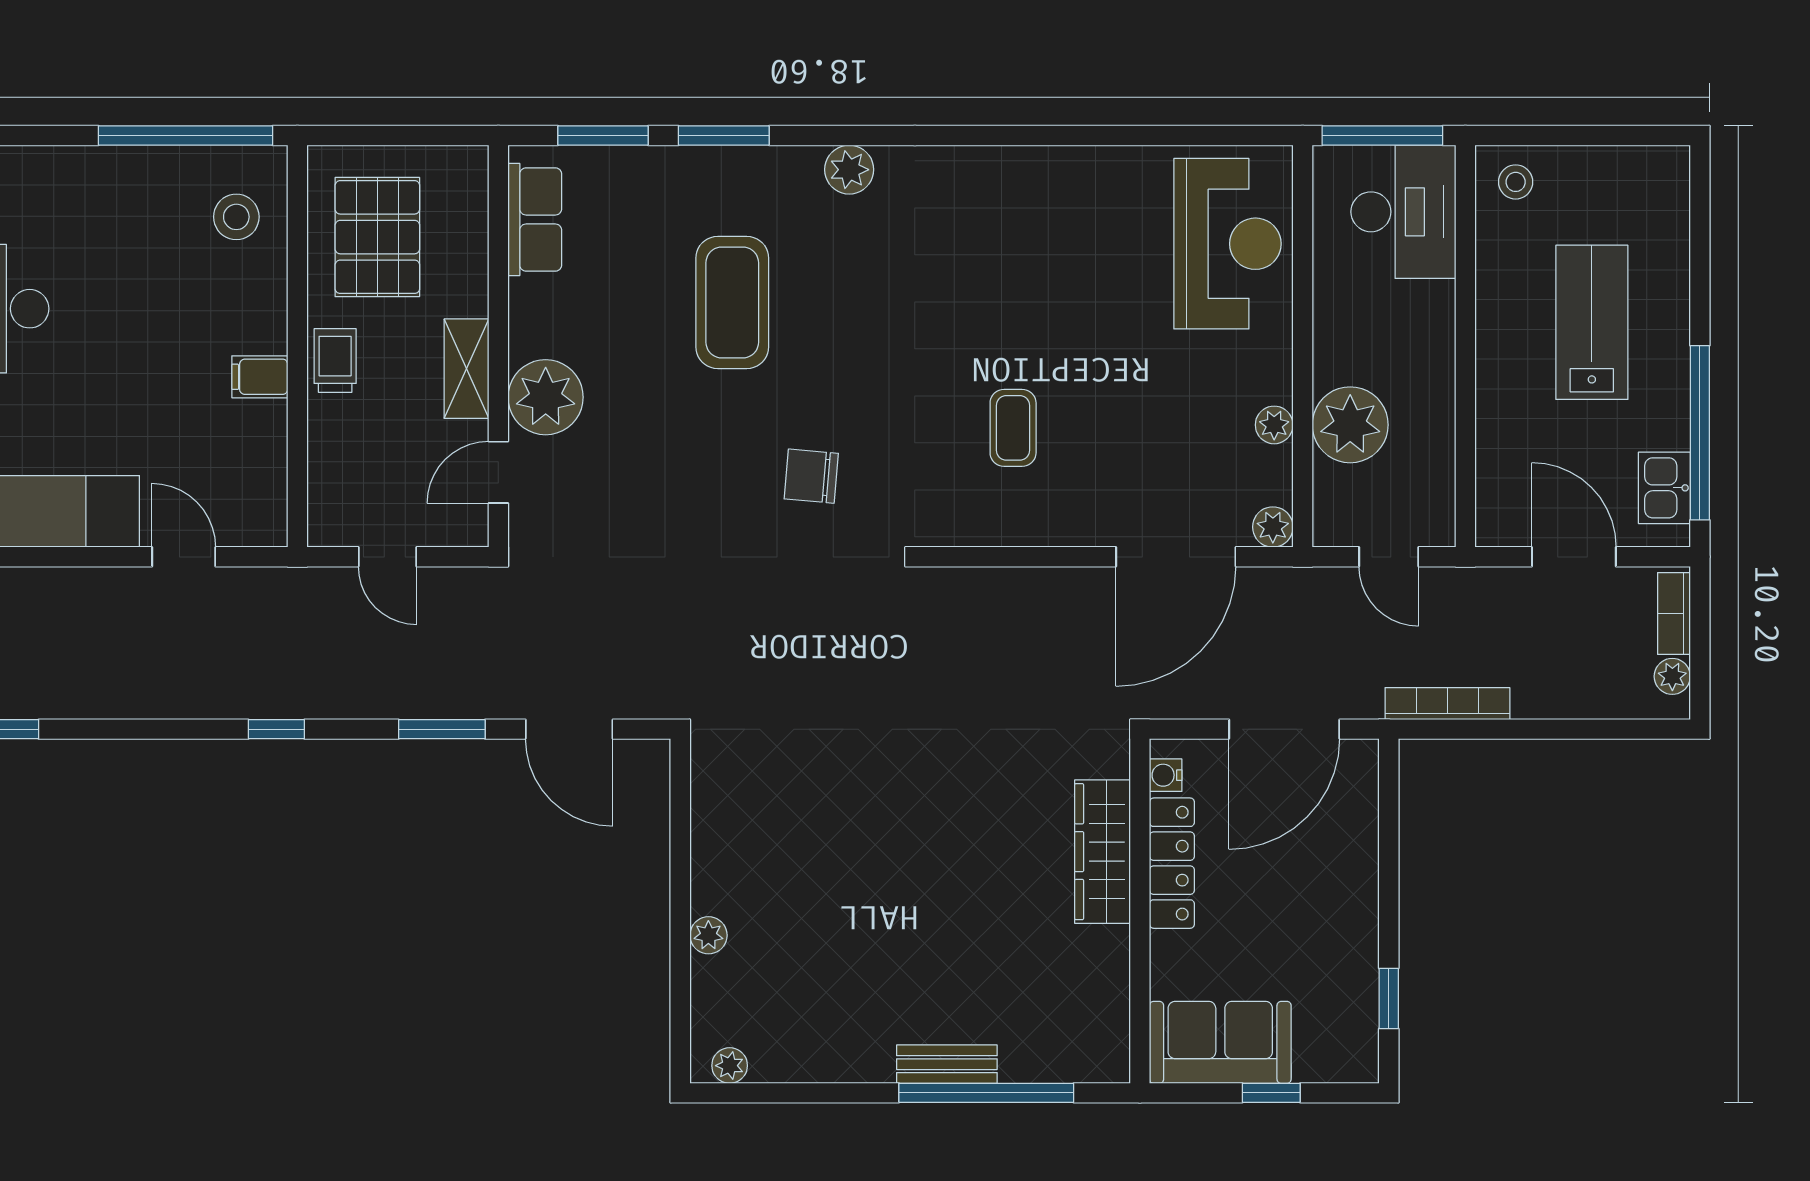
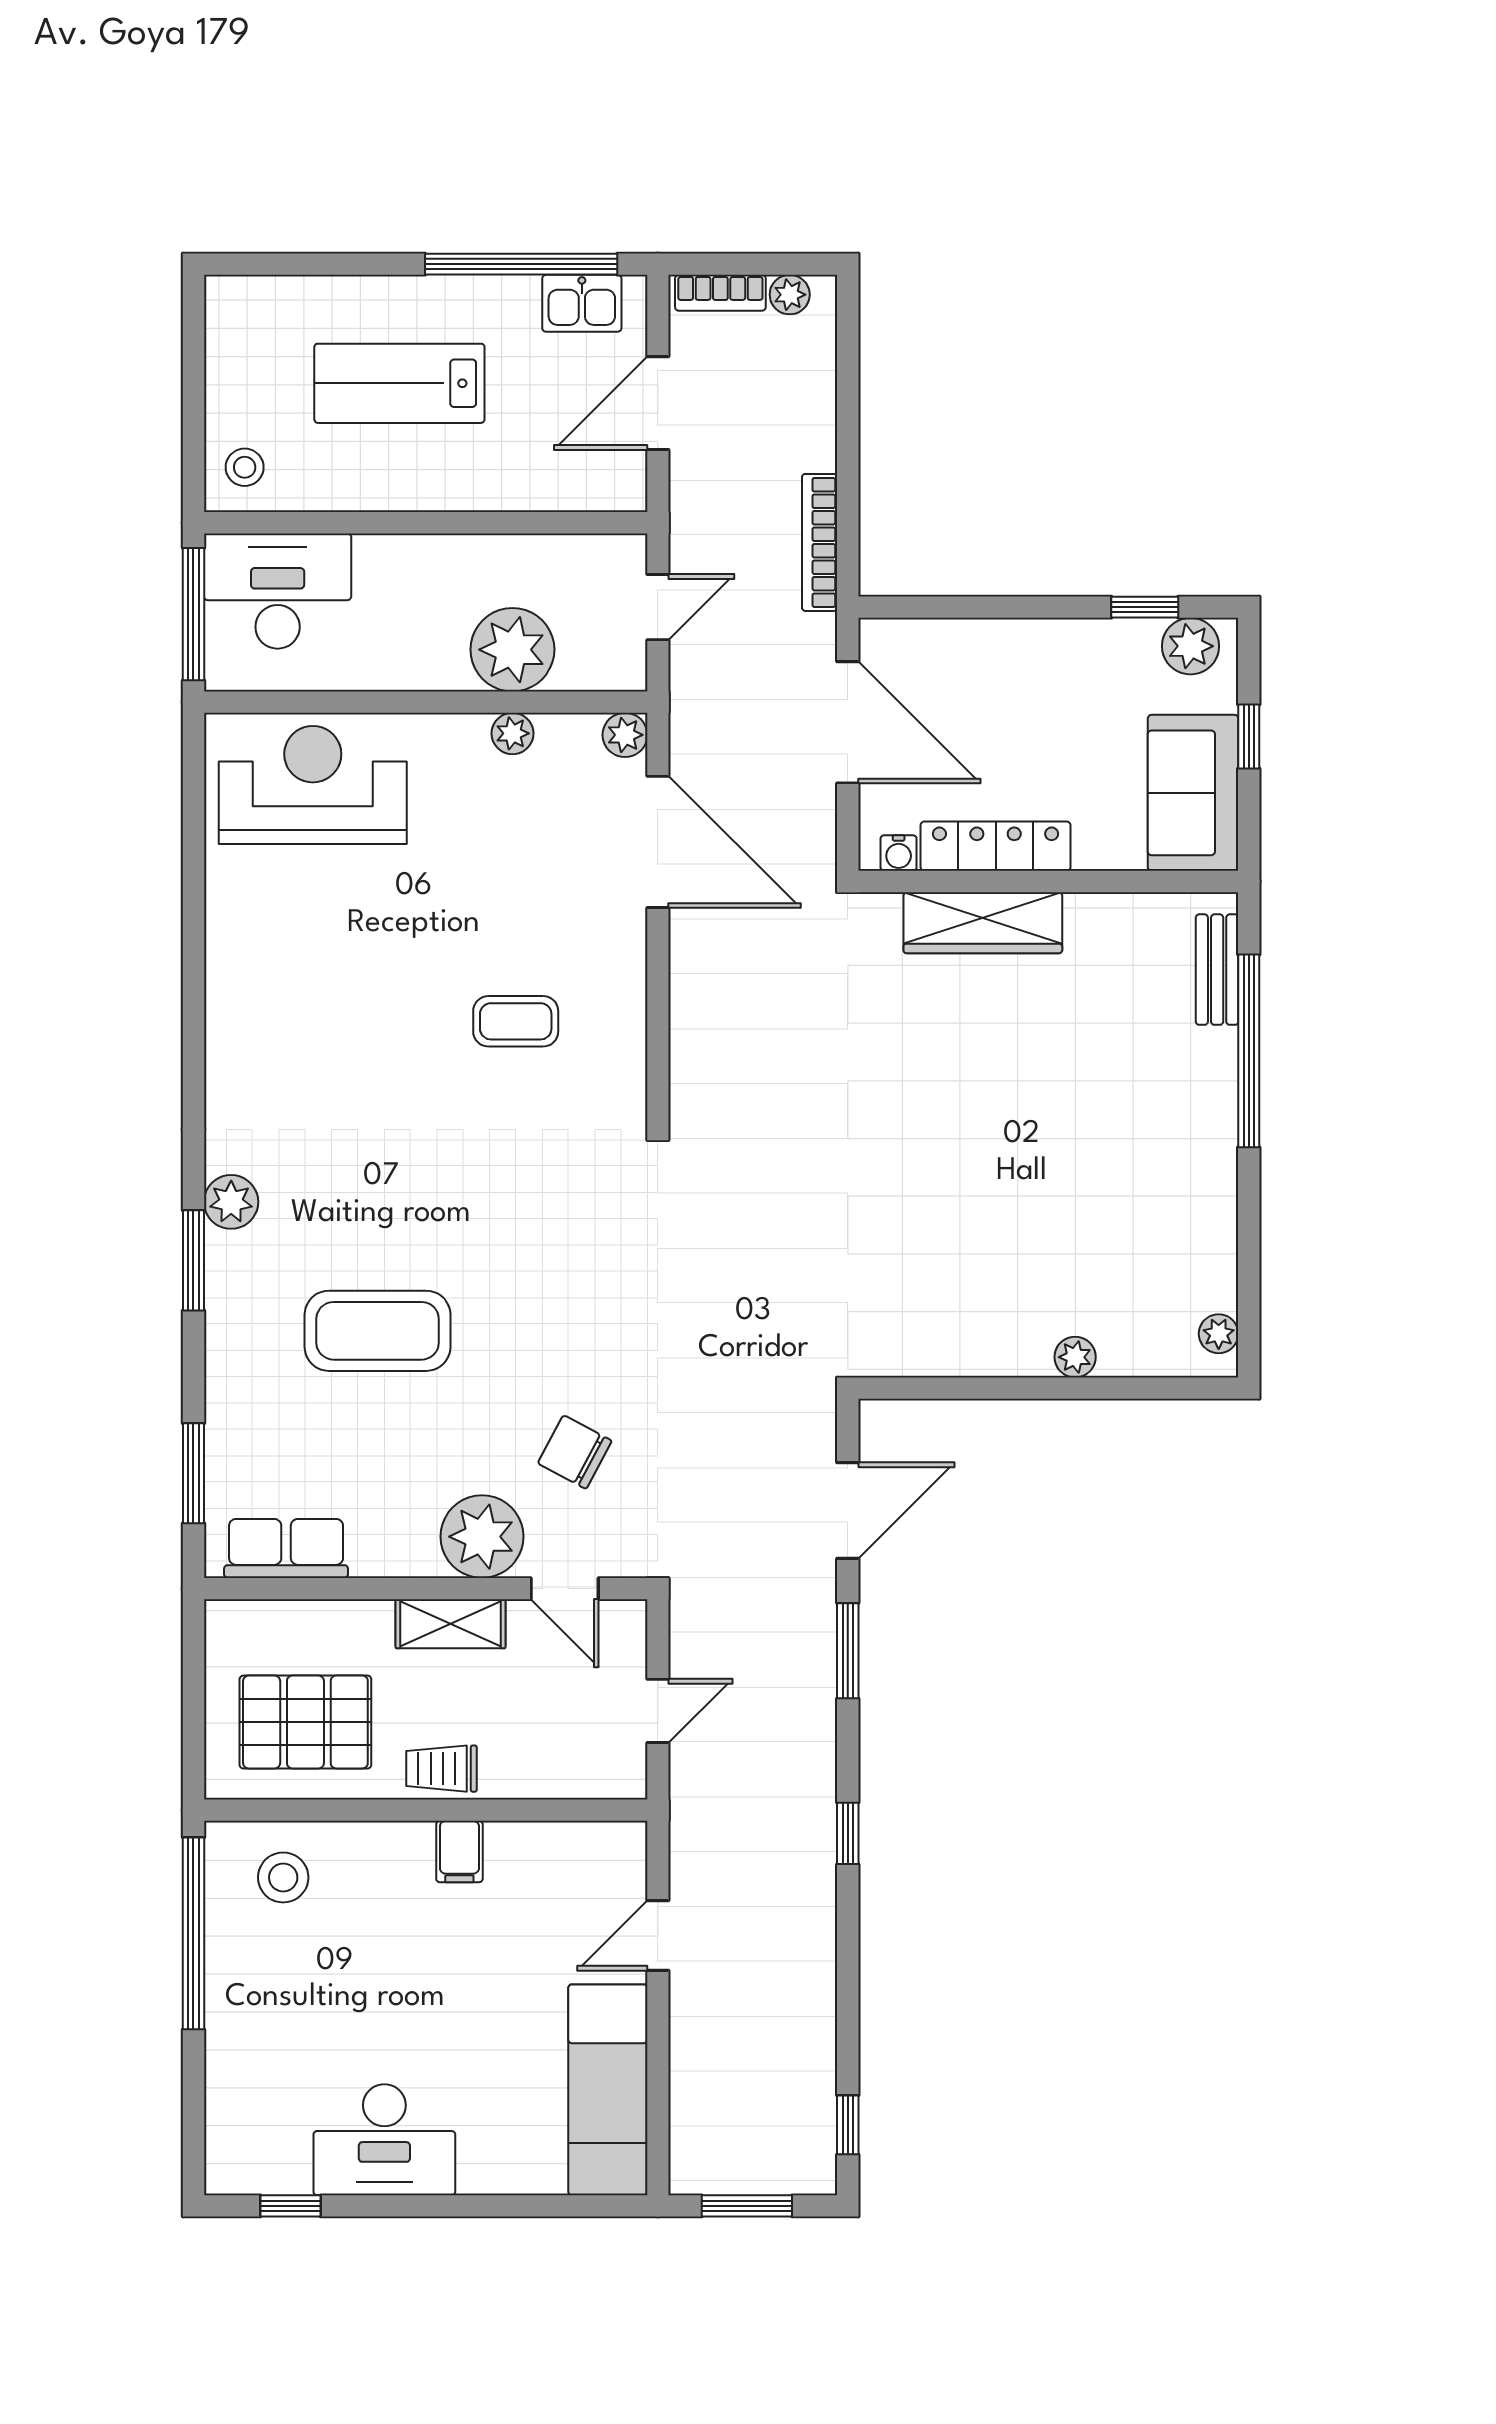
window: (724, 136) -> (193, 1260), moved
chair: (811, 476) -> (575, 1452), moved, turned 113
plant: (1353, 1040) -> (1190, 646), added
bench: (947, 1064) -> (1217, 970), moved

